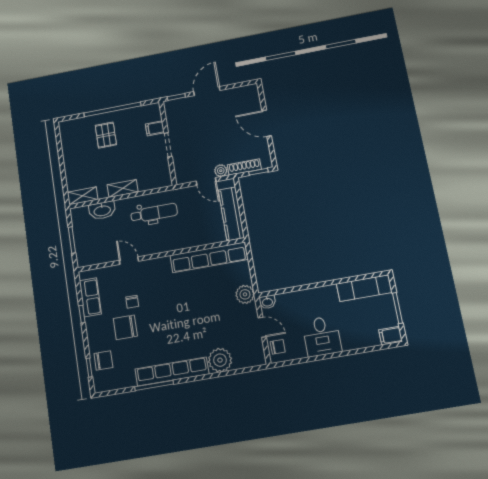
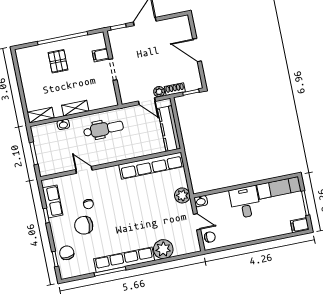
shoe rack: (244, 167) -> (175, 89), width x0.70
washbasin: (102, 210) -> (63, 124), width x0.52, depth x0.69
desk: (322, 336) -> (245, 202), moved, turned 180
chair: (103, 360) -> (67, 253), turned -97

